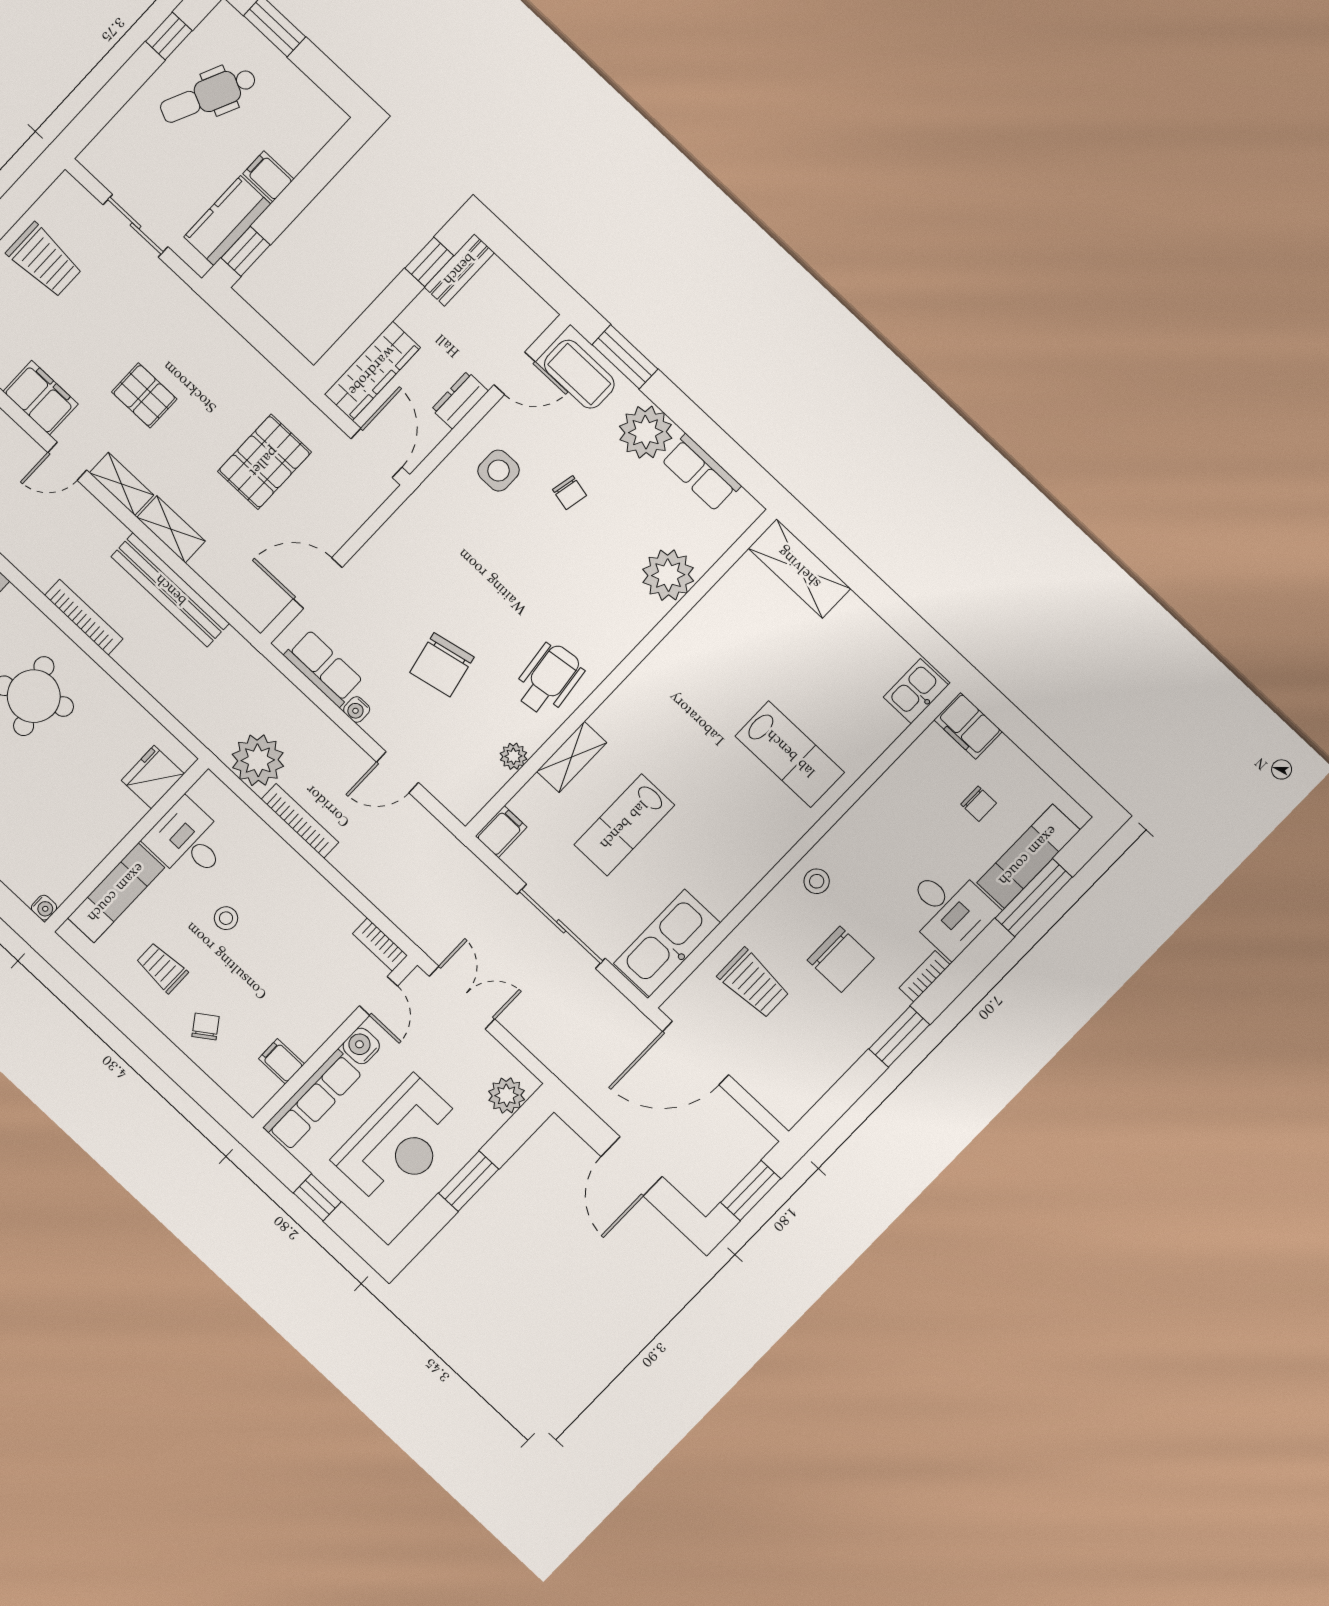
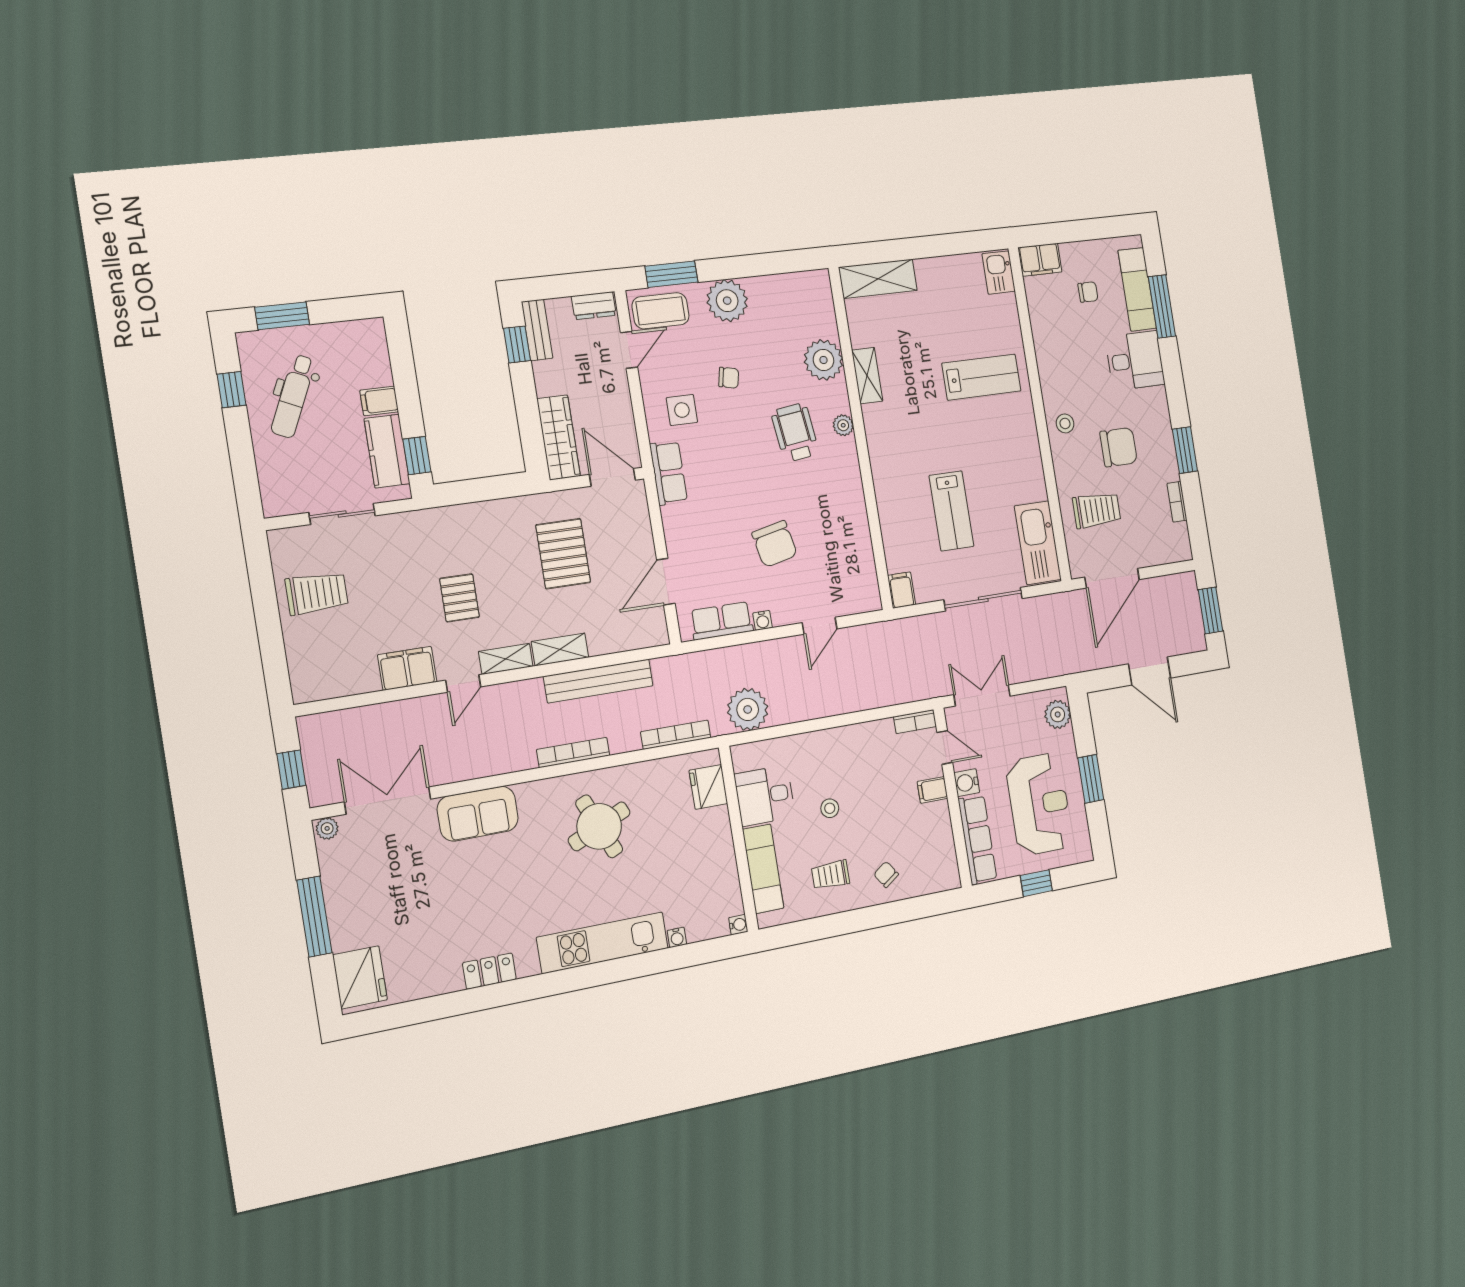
pallet: (144, 395) -> (459, 598), turned 90
dresser: (460, 400) -> (594, 306), moved, turned -90
row of seats: (701, 473) -> (668, 473), moved, turned -90
wheelchair: (549, 679) -> (795, 432), moved
plant: (513, 756) -> (843, 425), moved
shelving: (572, 757) -> (867, 376), moved
bookcase: (300, 821) -> (676, 735), moved
bookcase: (924, 976) -> (1177, 502), moved
filing cabinet: (281, 1061) -> (932, 790), moved

